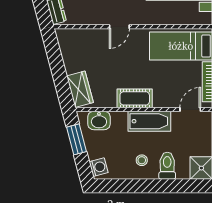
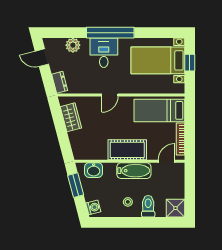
wardrobe: (80, 89) -> (71, 117), moved
cot: (135, 98) -> (127, 150), width x1.37, depth x1.34

